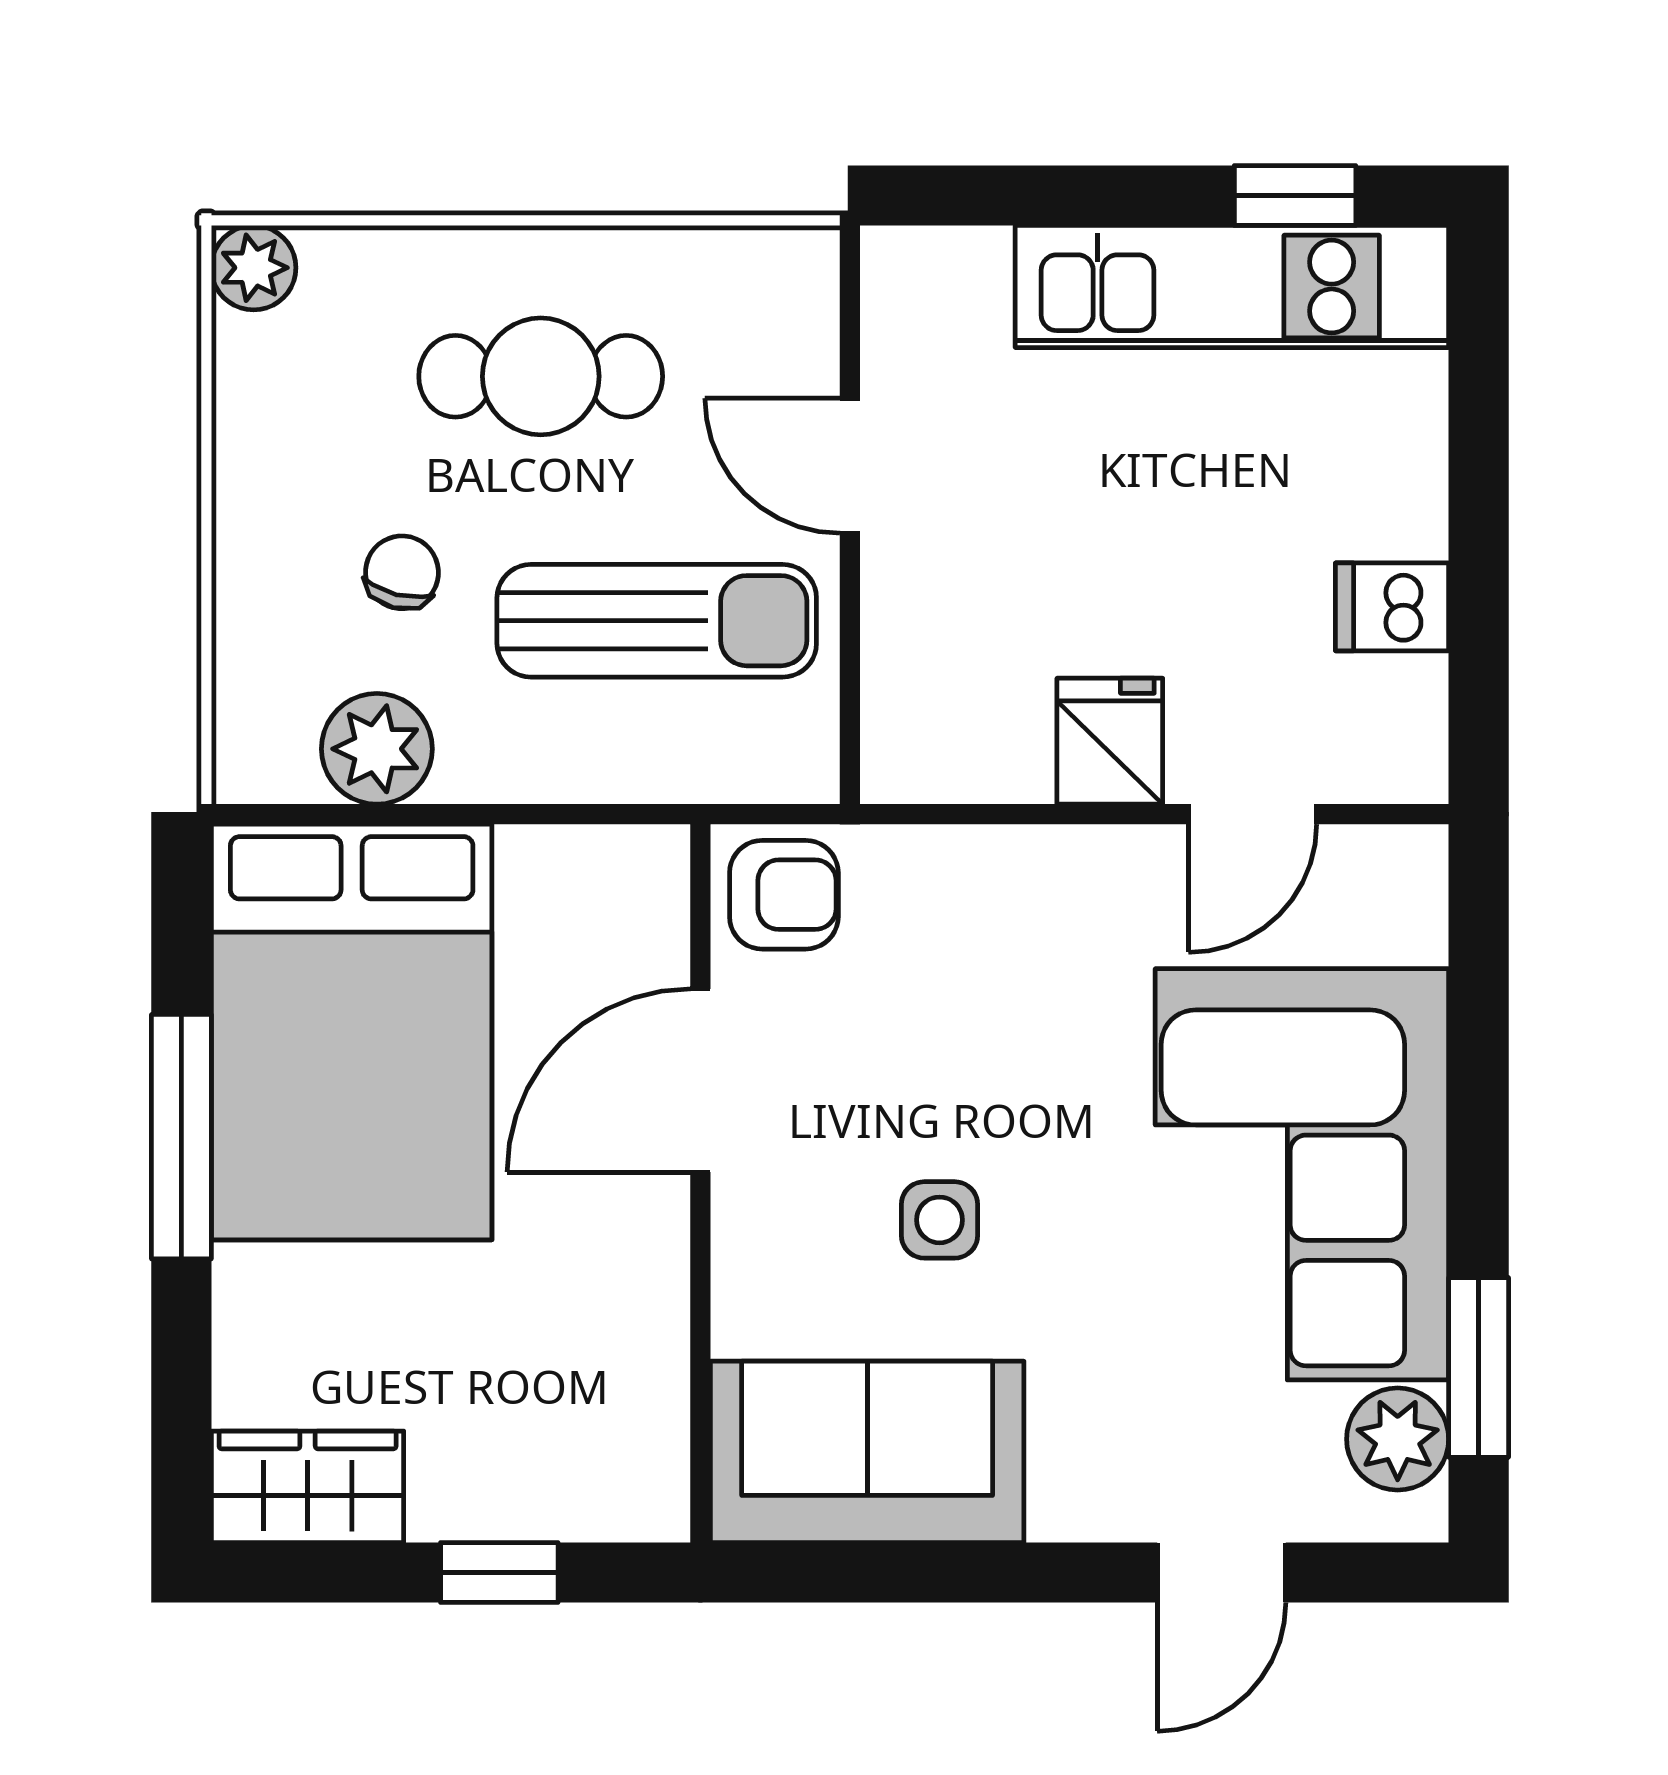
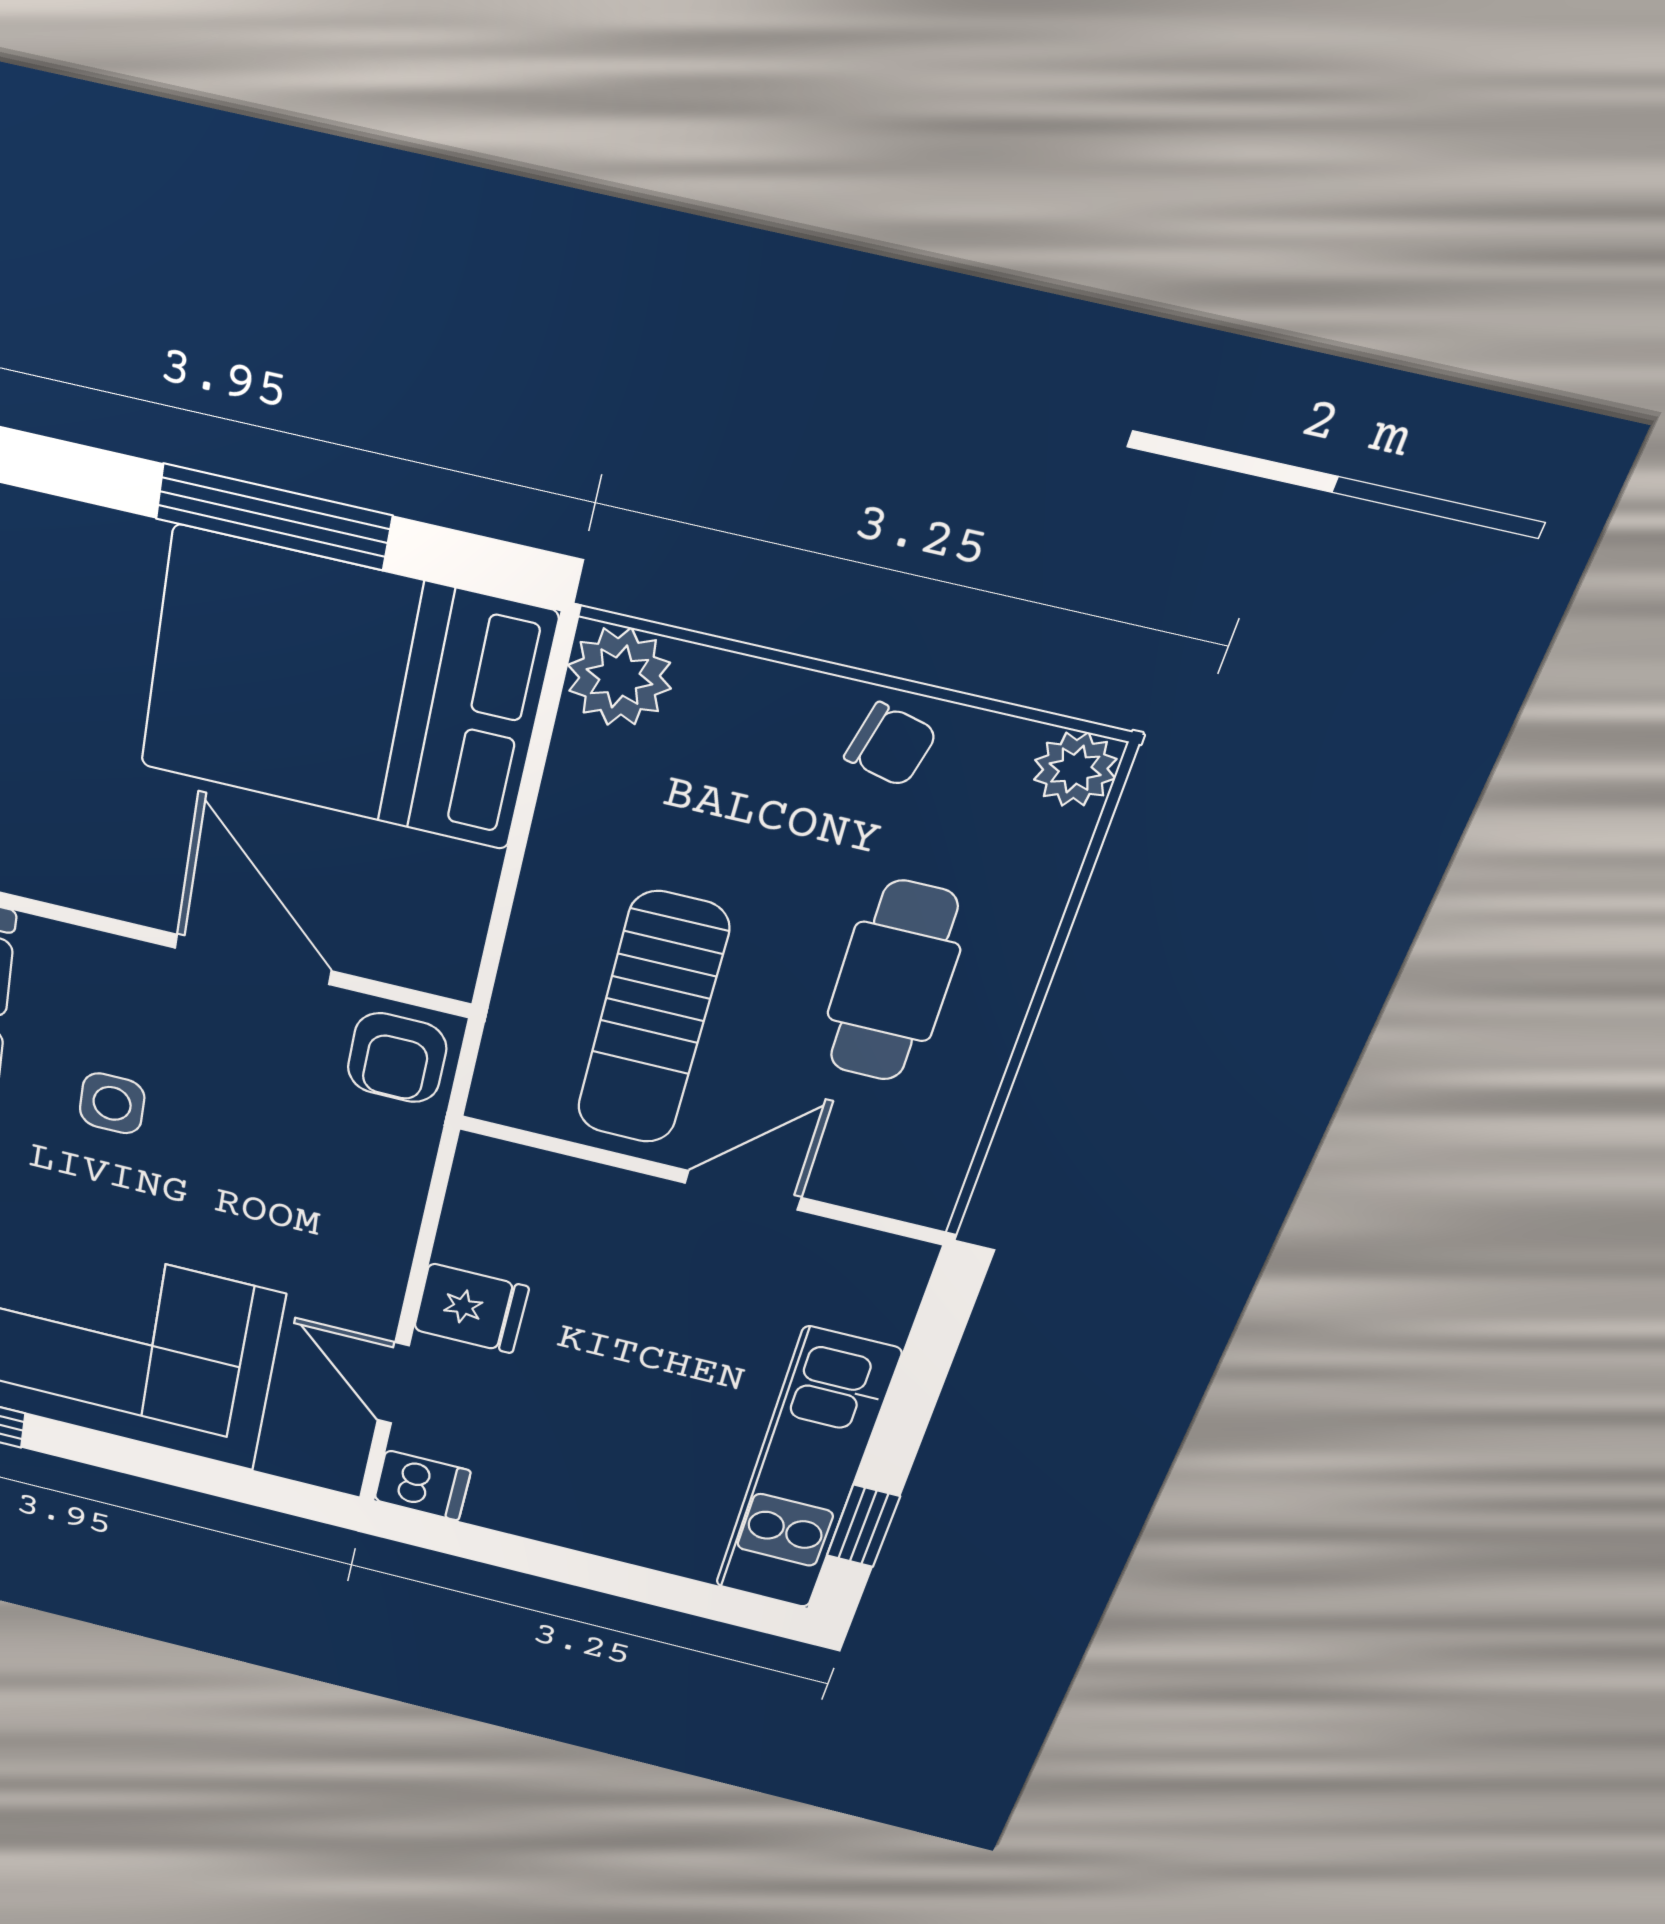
chair: (402, 572) -> (891, 745), moved
dishwasher: (1392, 607) -> (422, 1485), moved, turned 90
plant: (377, 749) -> (619, 677), moved

